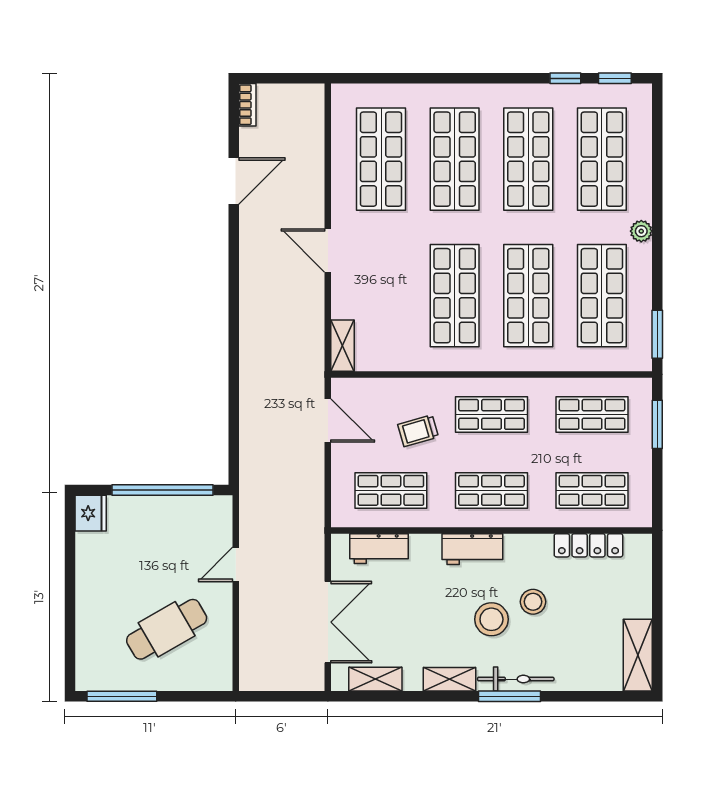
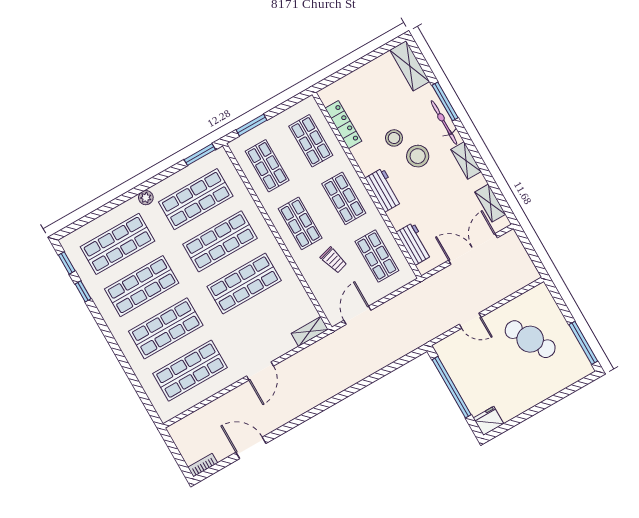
shelving: (638, 655) -> (410, 66), moved, turned 90
window: (510, 696) -> (445, 102), moved

